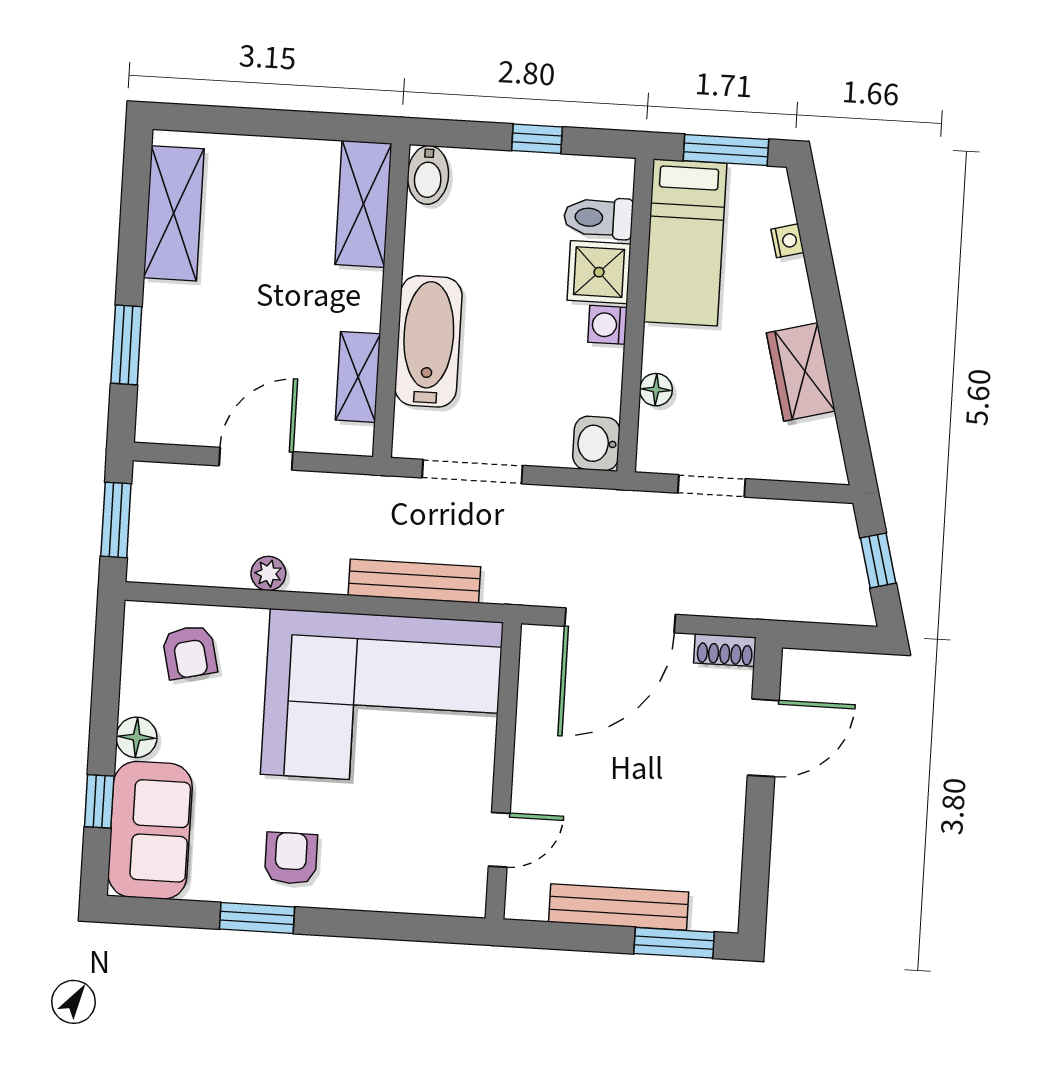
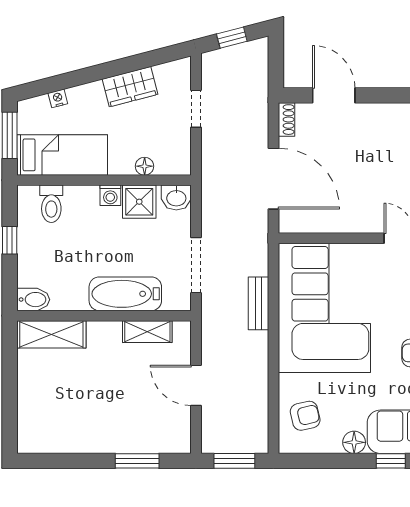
shelving: (174, 213) -> (63, 439), removed
shower: (599, 272) -> (139, 202), moved
doorway: (712, 486) -> (196, 109), moved
plant: (268, 573) -> (259, 375), removed
bench: (414, 581) -> (258, 303), width x0.73

